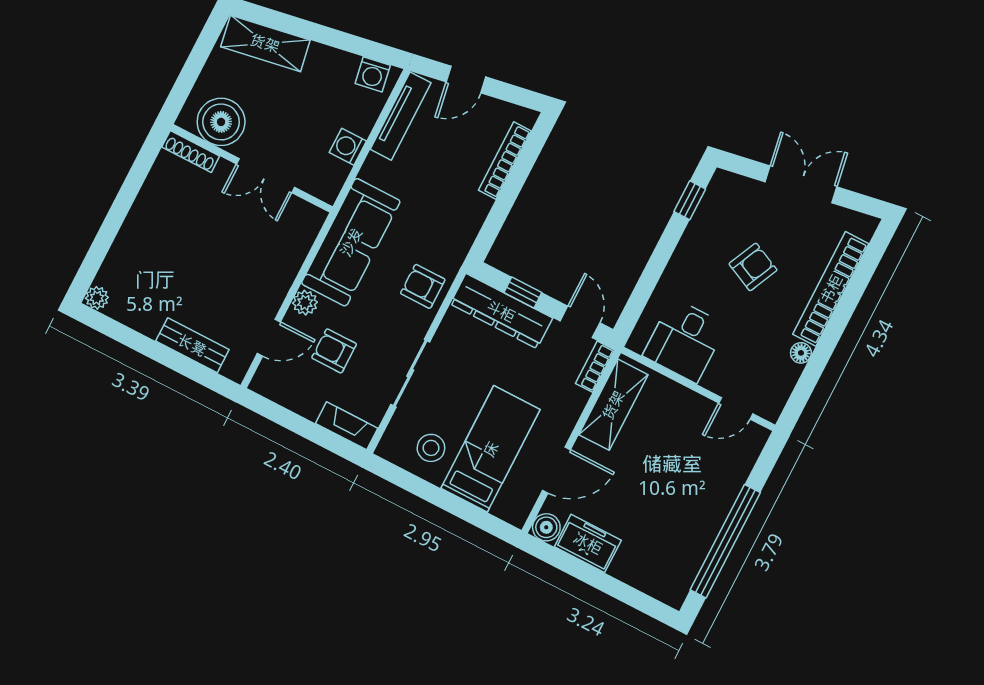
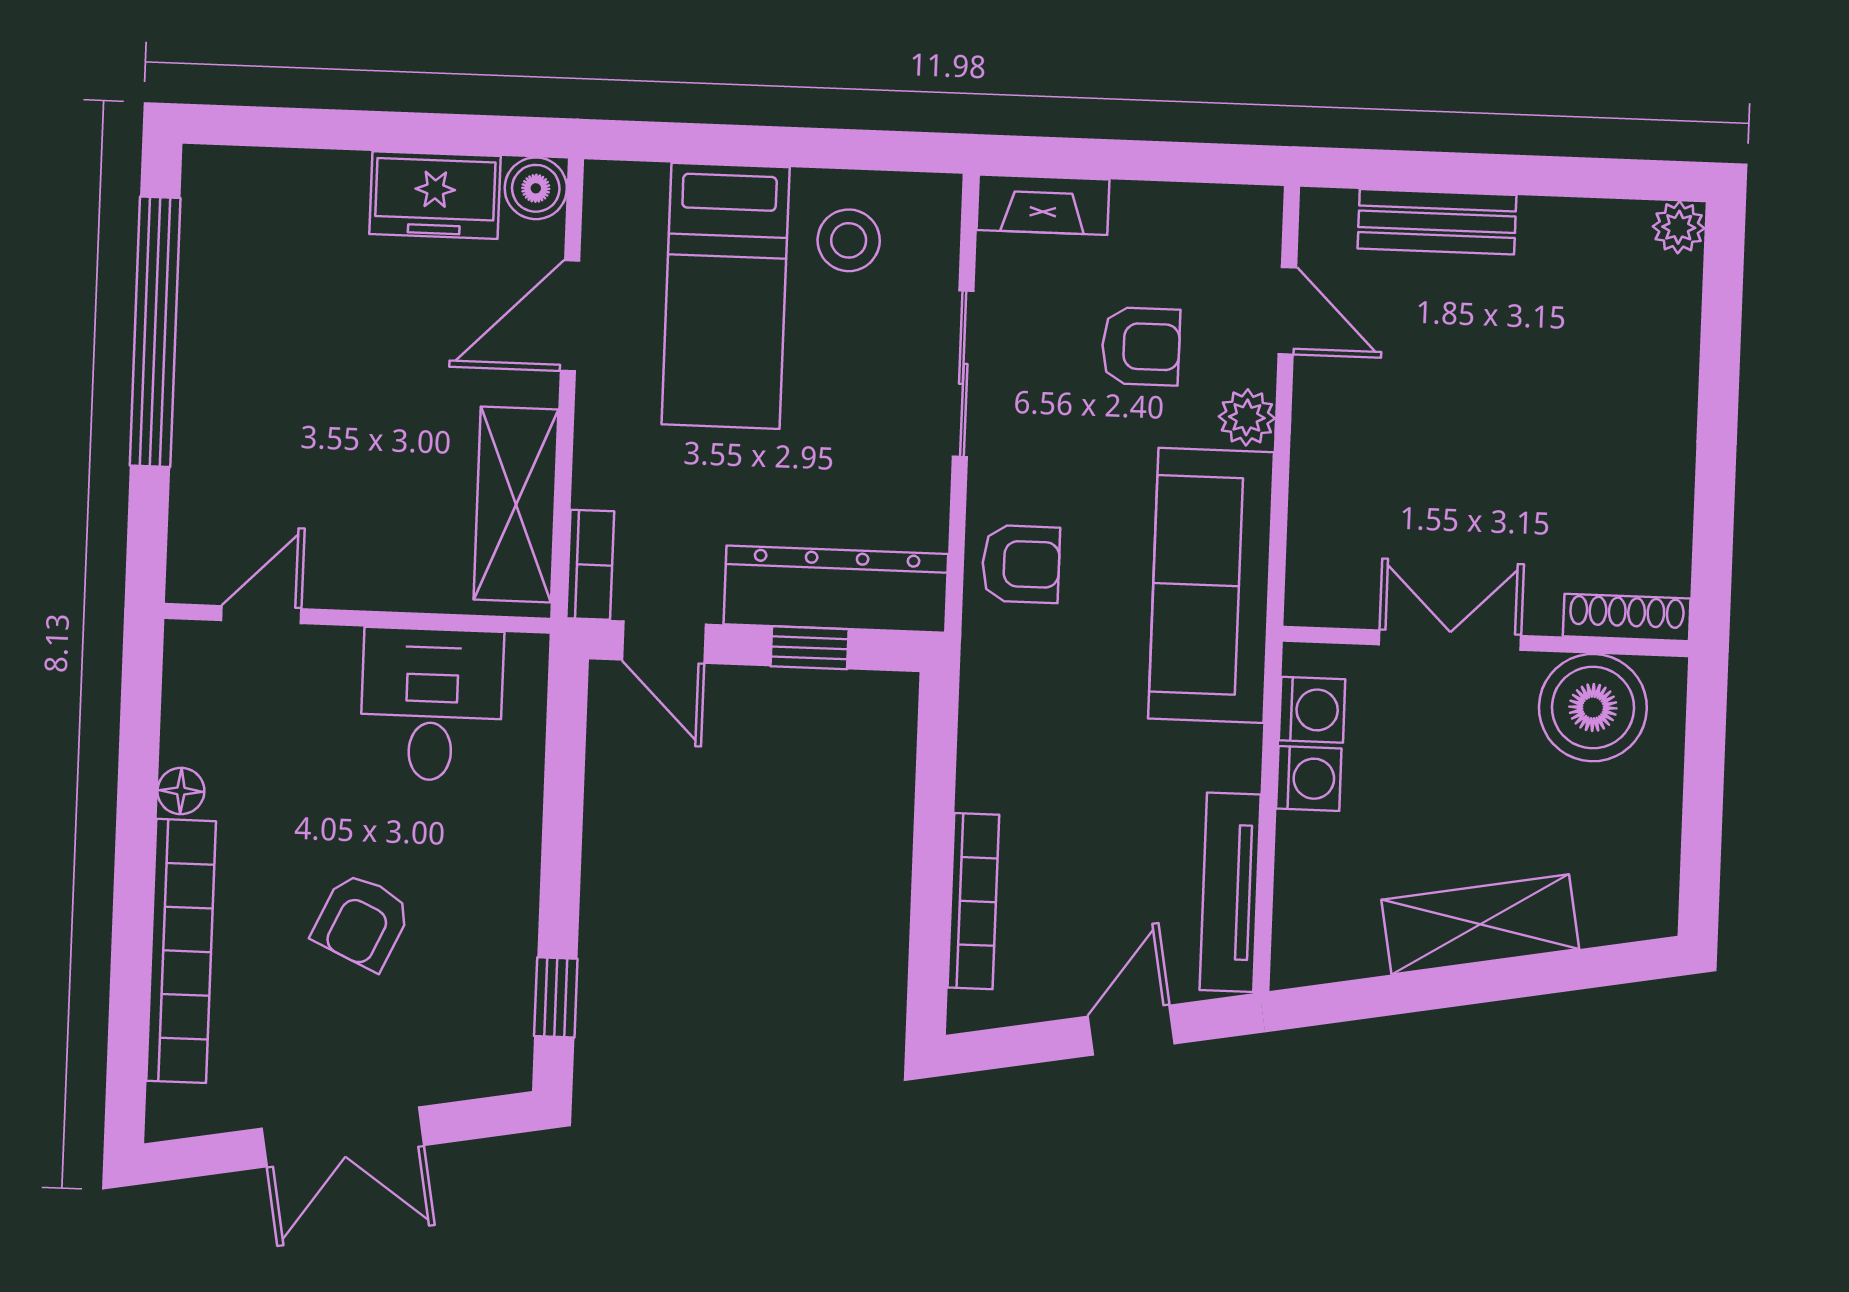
shelving: (265, 43) -> (1480, 924), moved
washing machine: (373, 74) -> (1312, 710), moved, turned 100
door: (269, 338) -> (1287, 311), swing flipped

